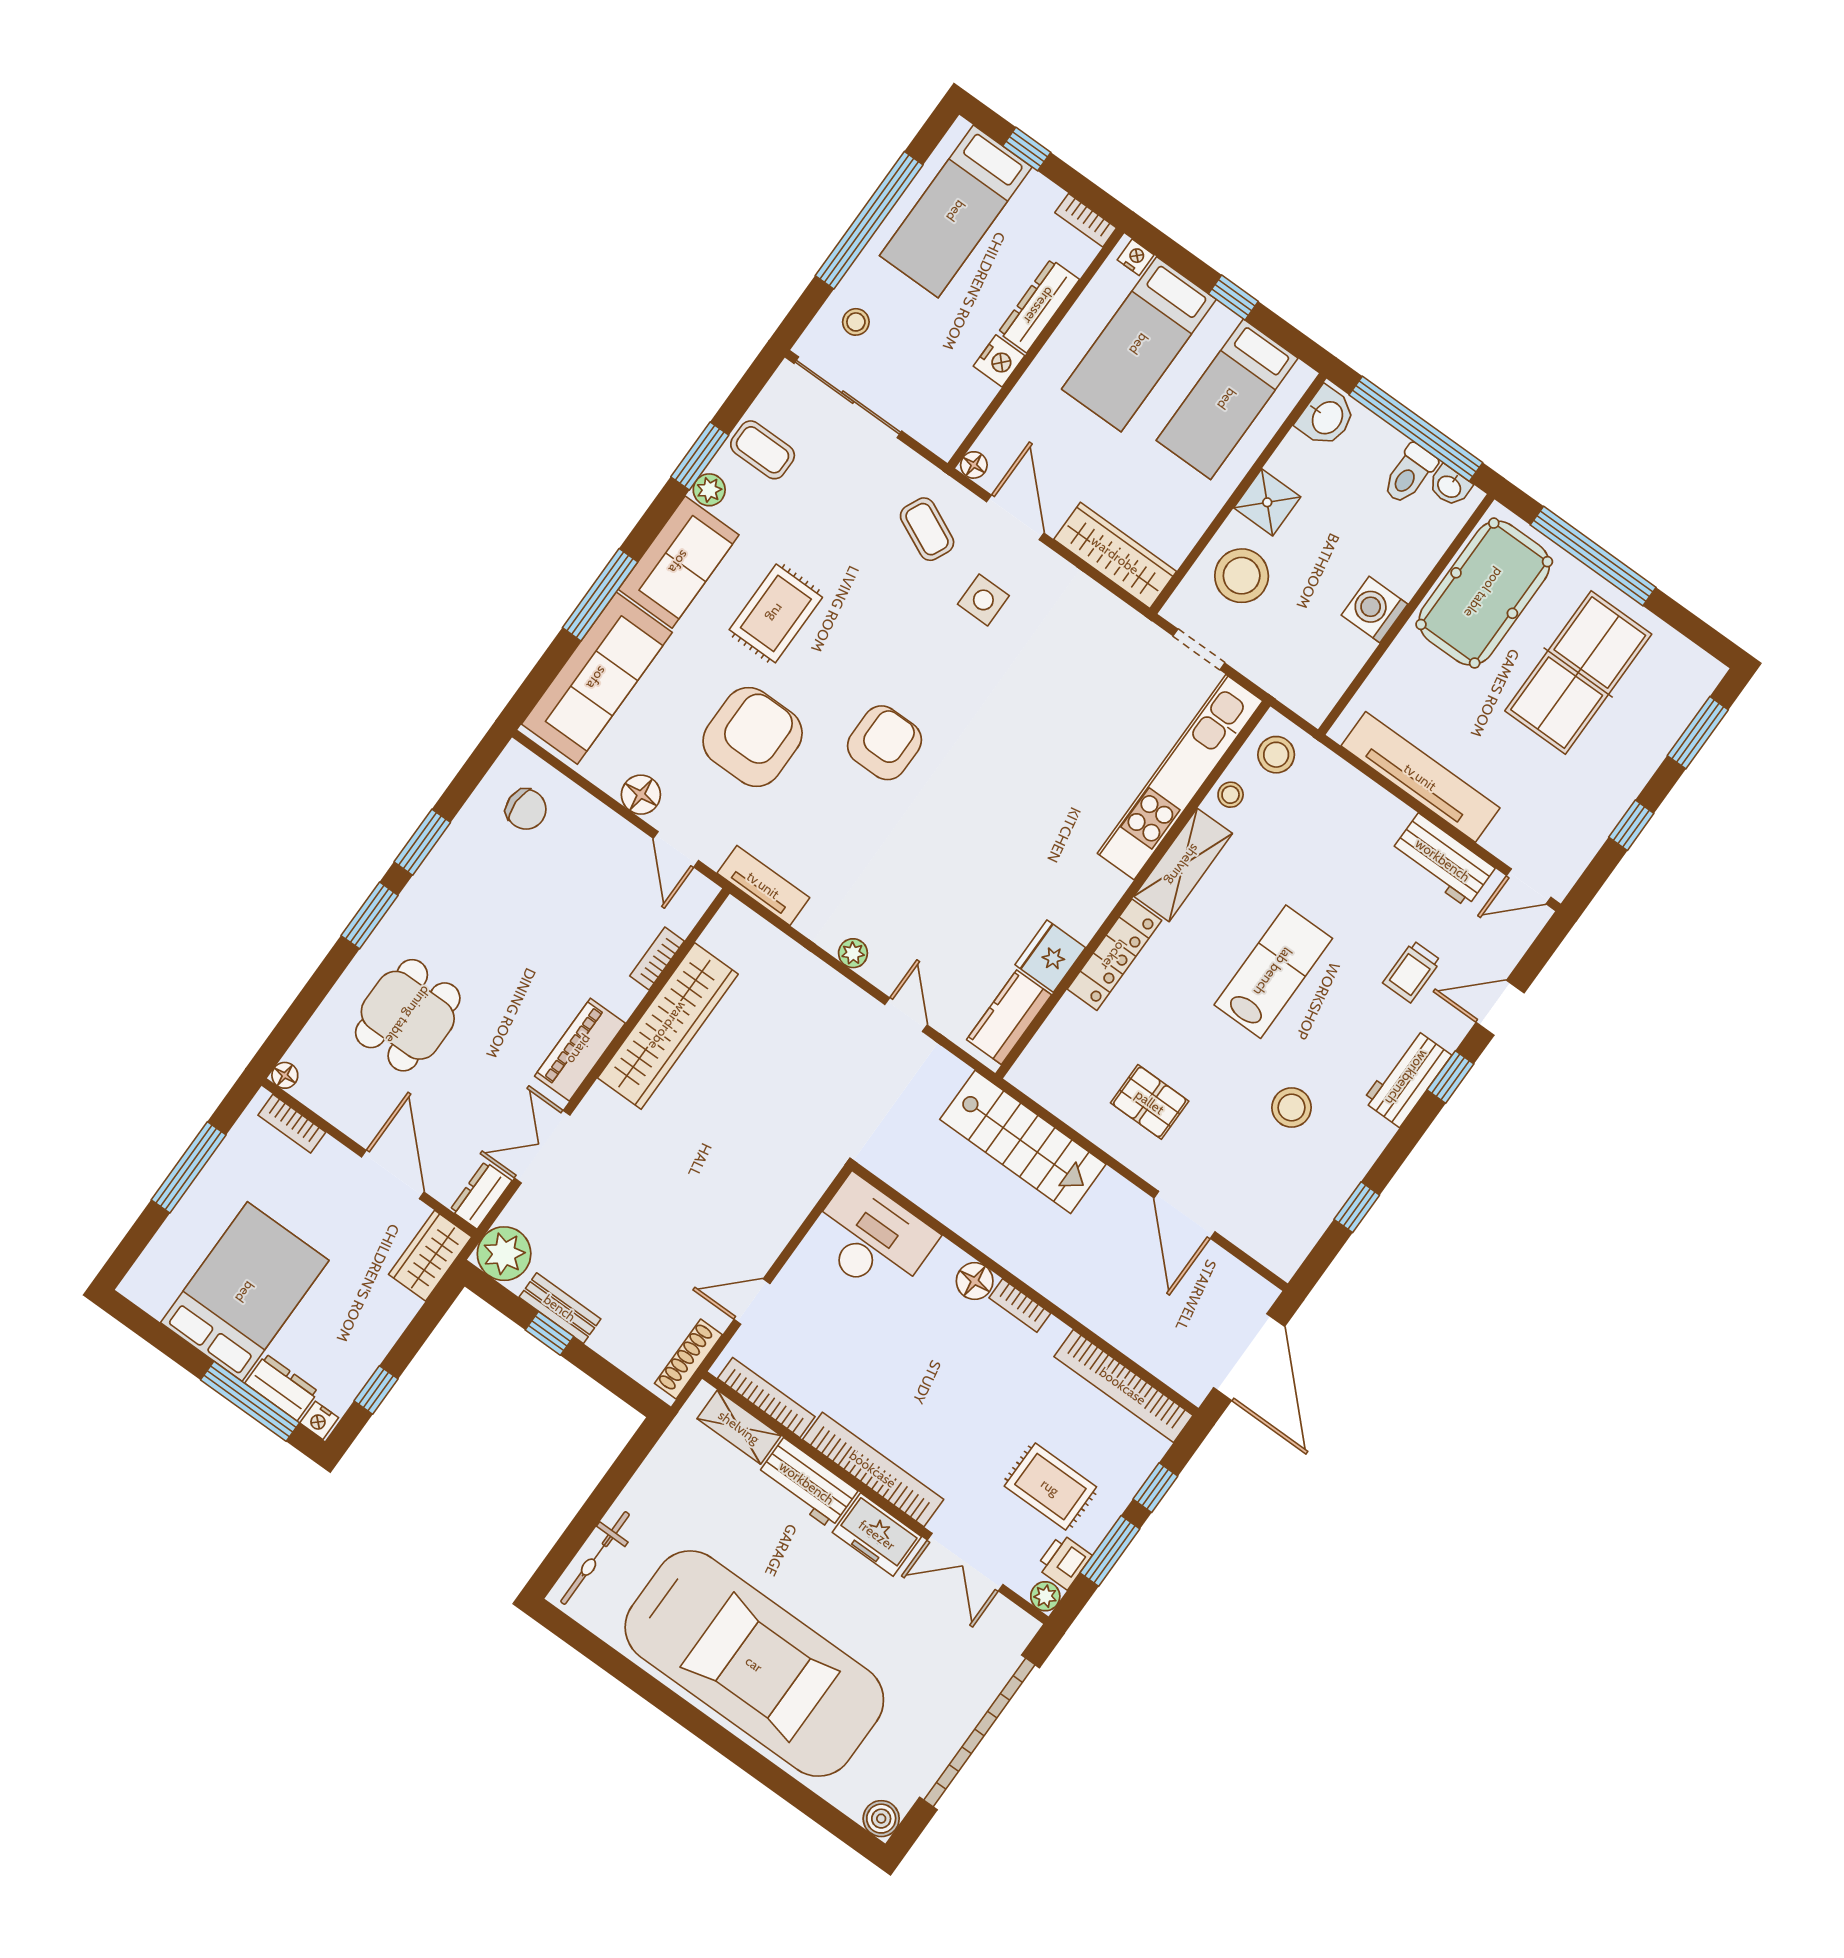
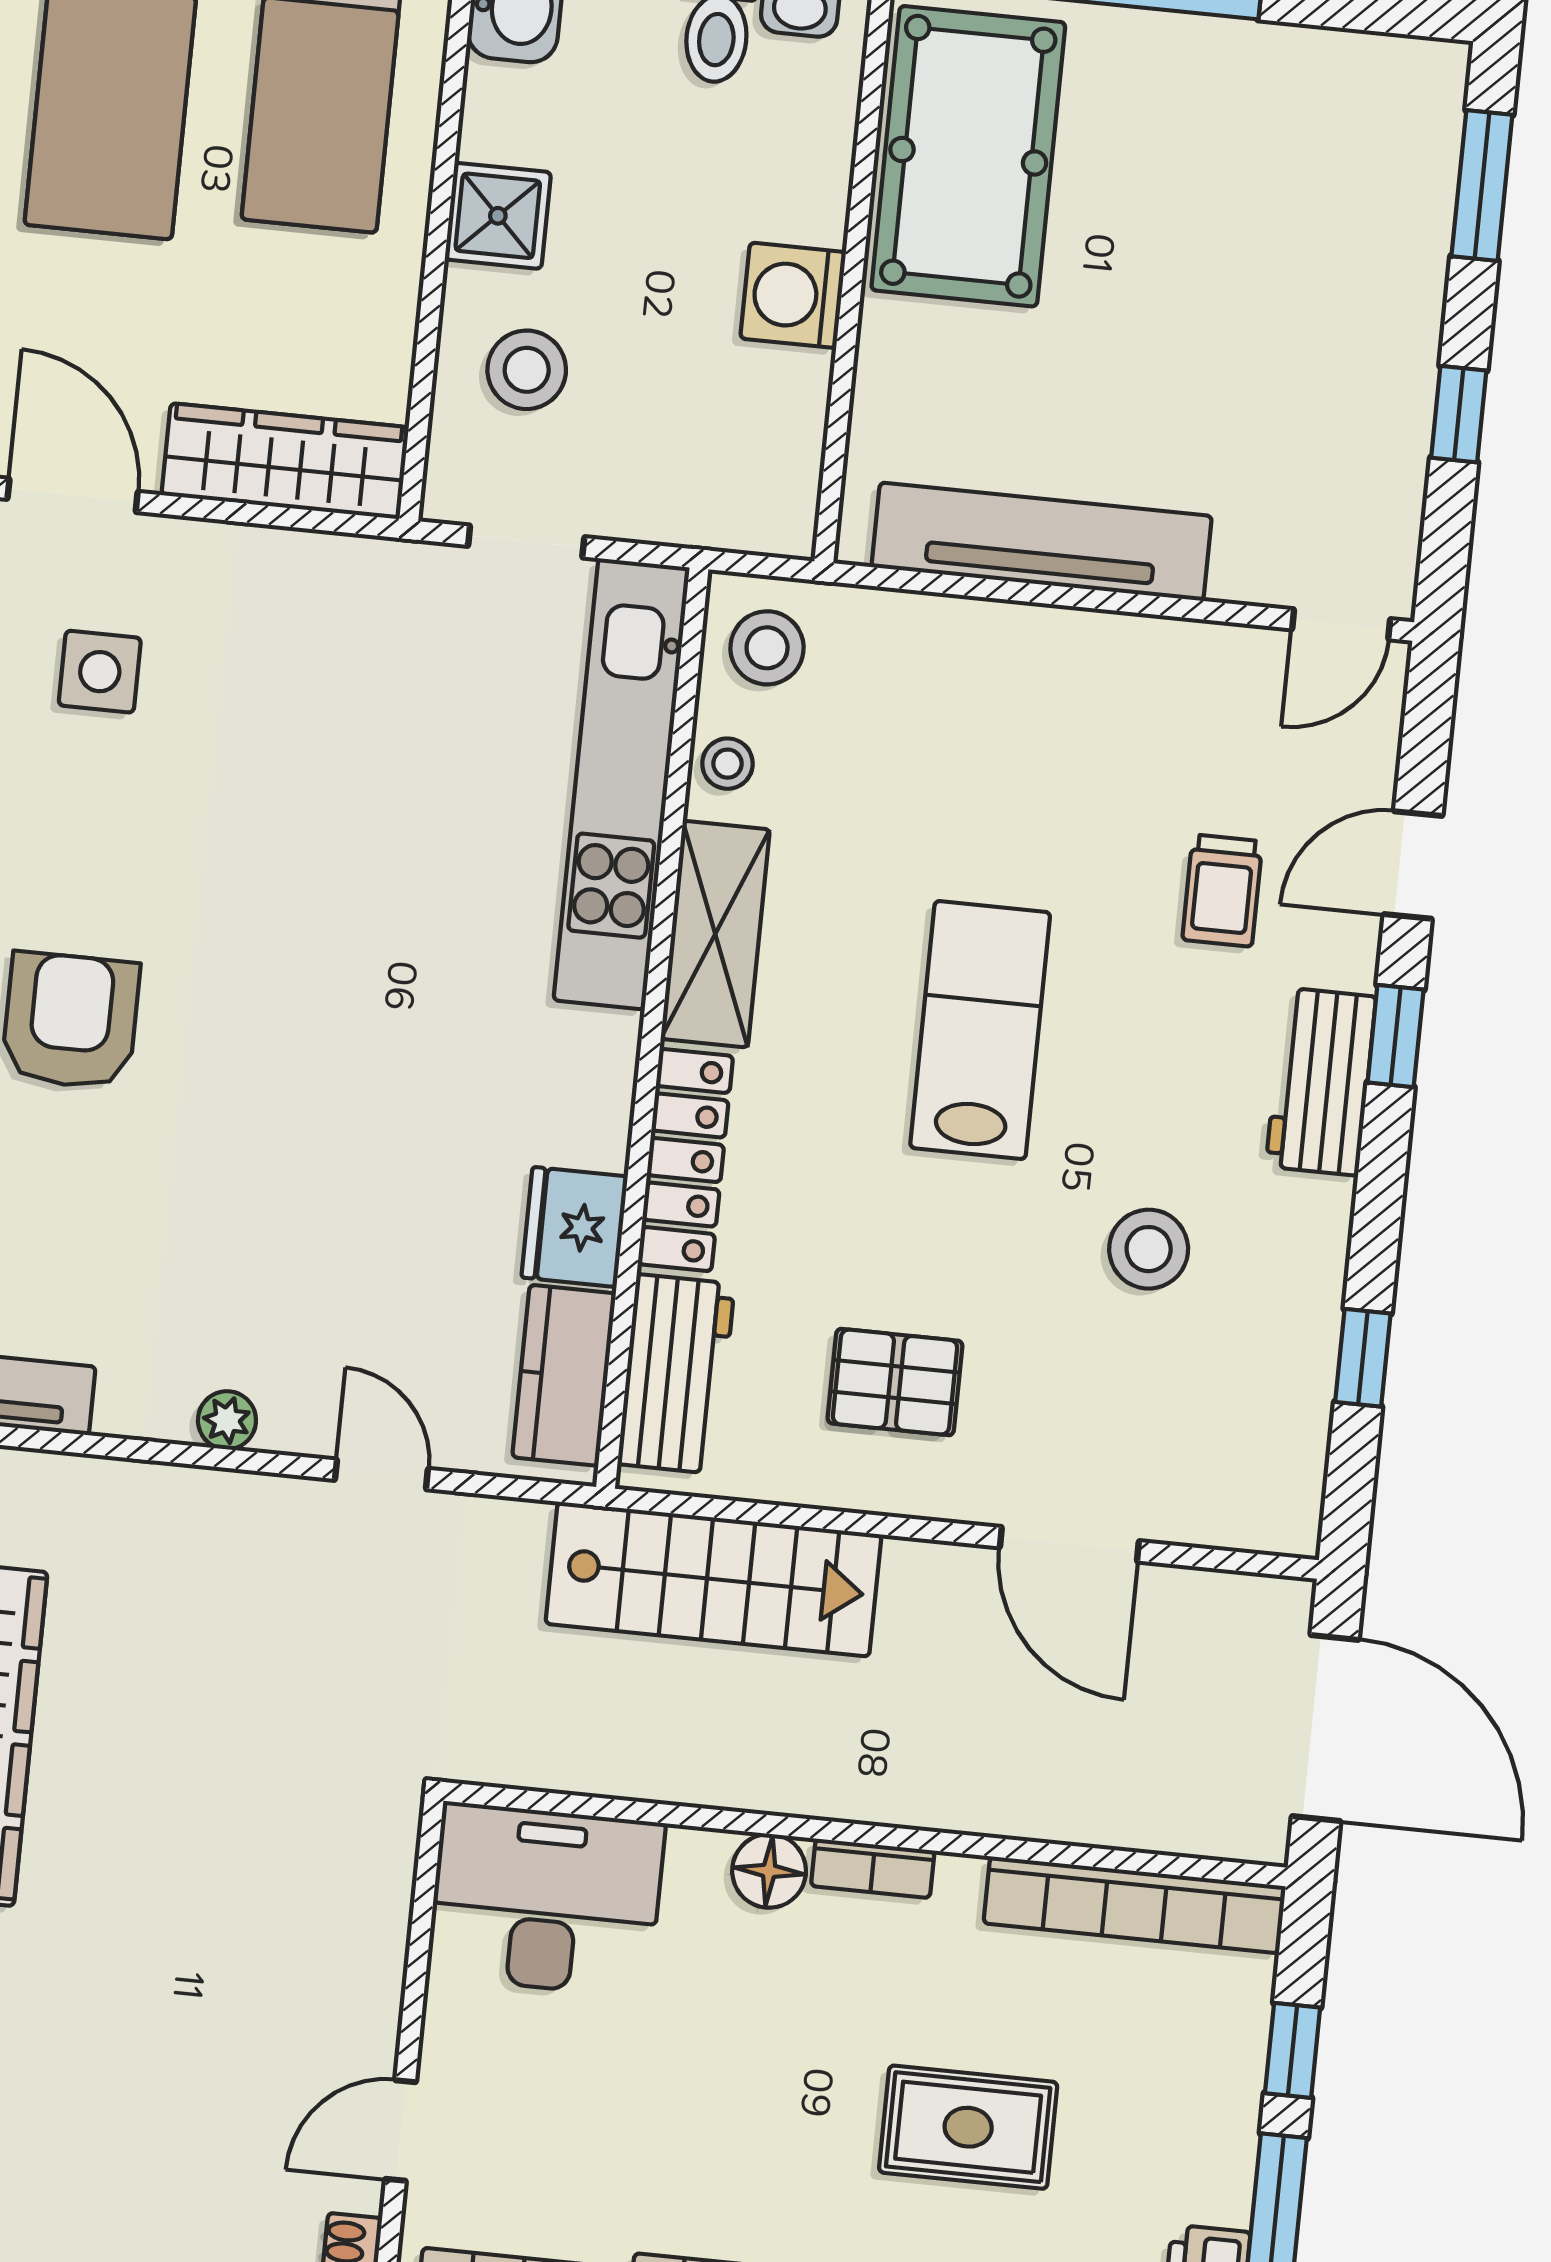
stool: (1242, 576) -> (527, 370), width x0.73, depth x0.73
table tennis table: (1578, 673) -> (1212, 201), removed
workbench: (1443, 860) -> (676, 1374), moved, turned -90
rug: (1050, 1487) -> (968, 2127), moved

